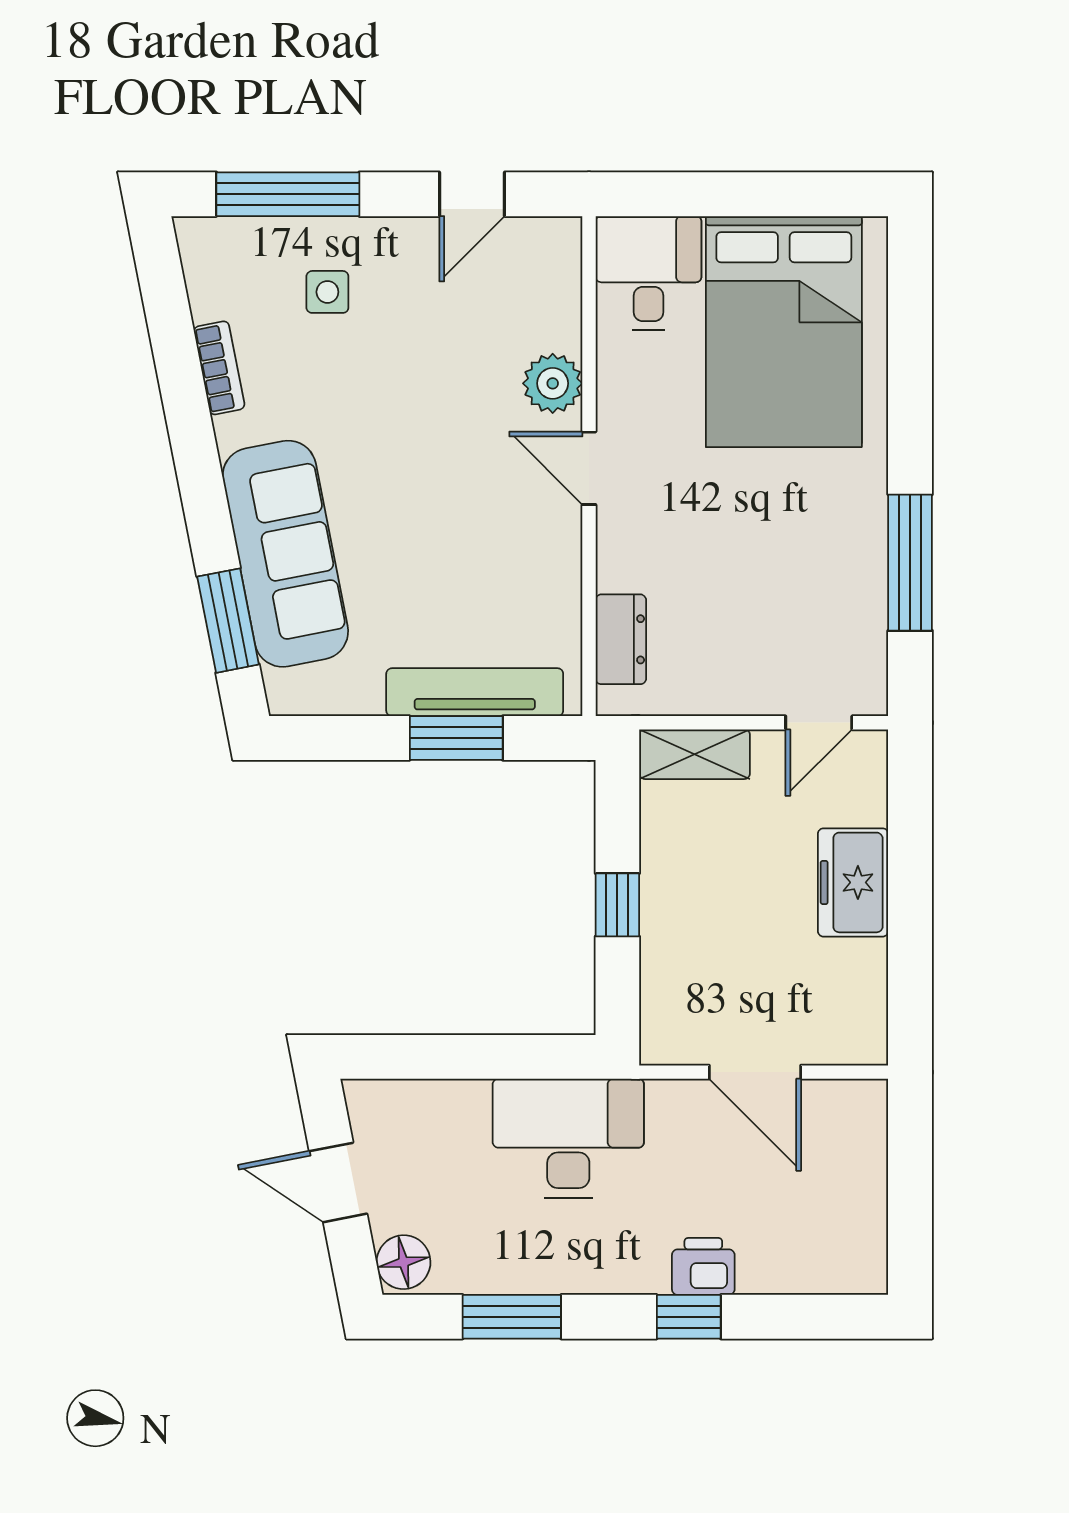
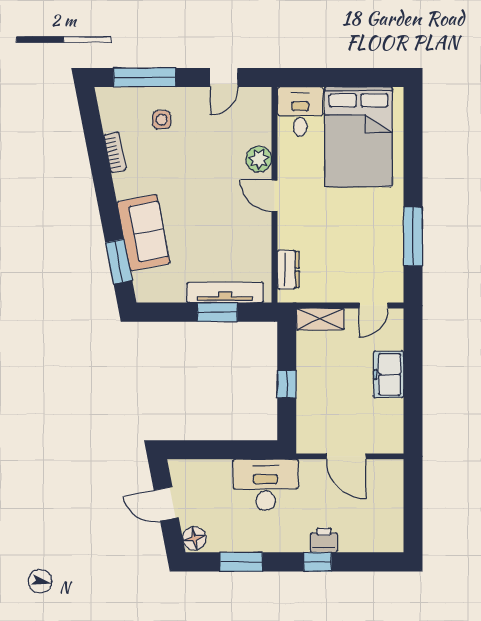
sofa: (285, 554) -> (143, 233), width x0.73

